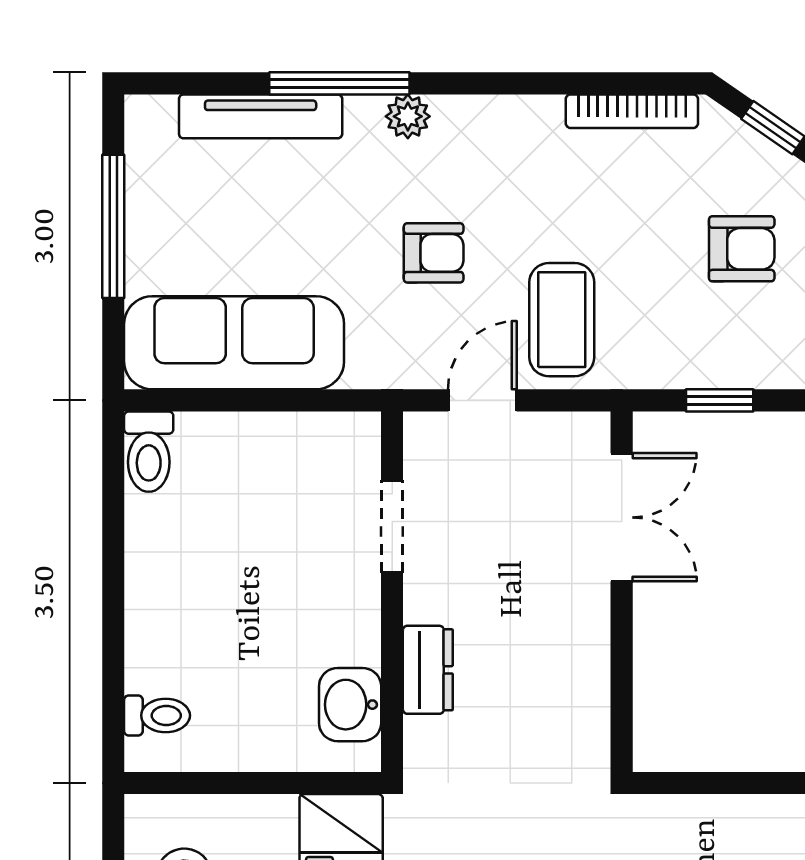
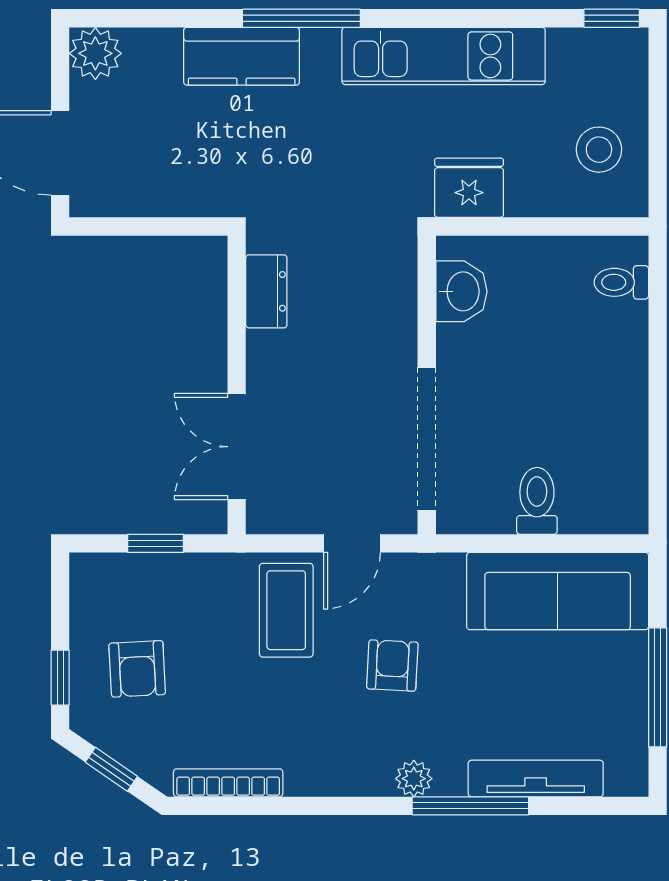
armchair: (742, 249) -> (137, 669), turned -93
armchair: (434, 253) -> (392, 665), turned 93
toilet: (149, 452) -> (537, 501), moved
doorway: (392, 526) -> (427, 439), width x1.87
dresser: (428, 670) -> (266, 291), moved, turned 180

